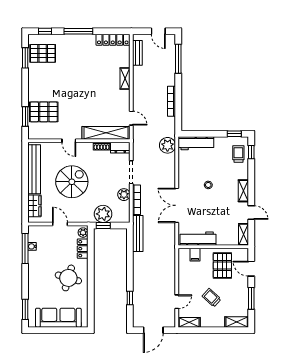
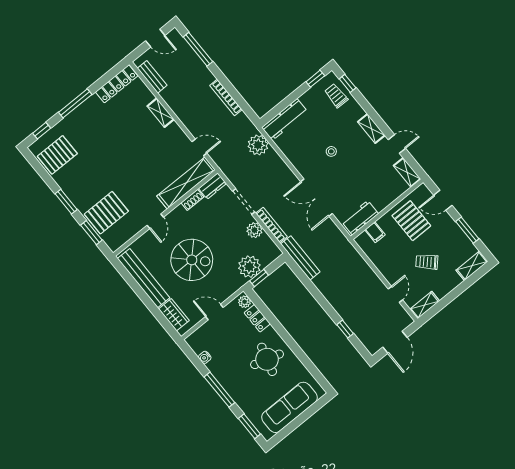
window: (25, 58) -> (66, 202), moved
door: (69, 141) -> (155, 221), hinge flipped
spiral stairs: (72, 182) -> (192, 260), turned 90
workbench: (198, 239) -> (360, 218), width x0.73
window: (25, 249) -> (219, 390), moved

